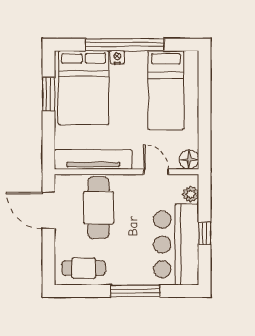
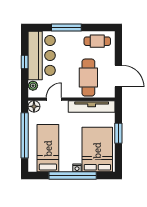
window: (49, 94) -> (118, 133), moved
window: (205, 111) -> (25, 135), added
door: (156, 172) -> (54, 99), swing flipped

